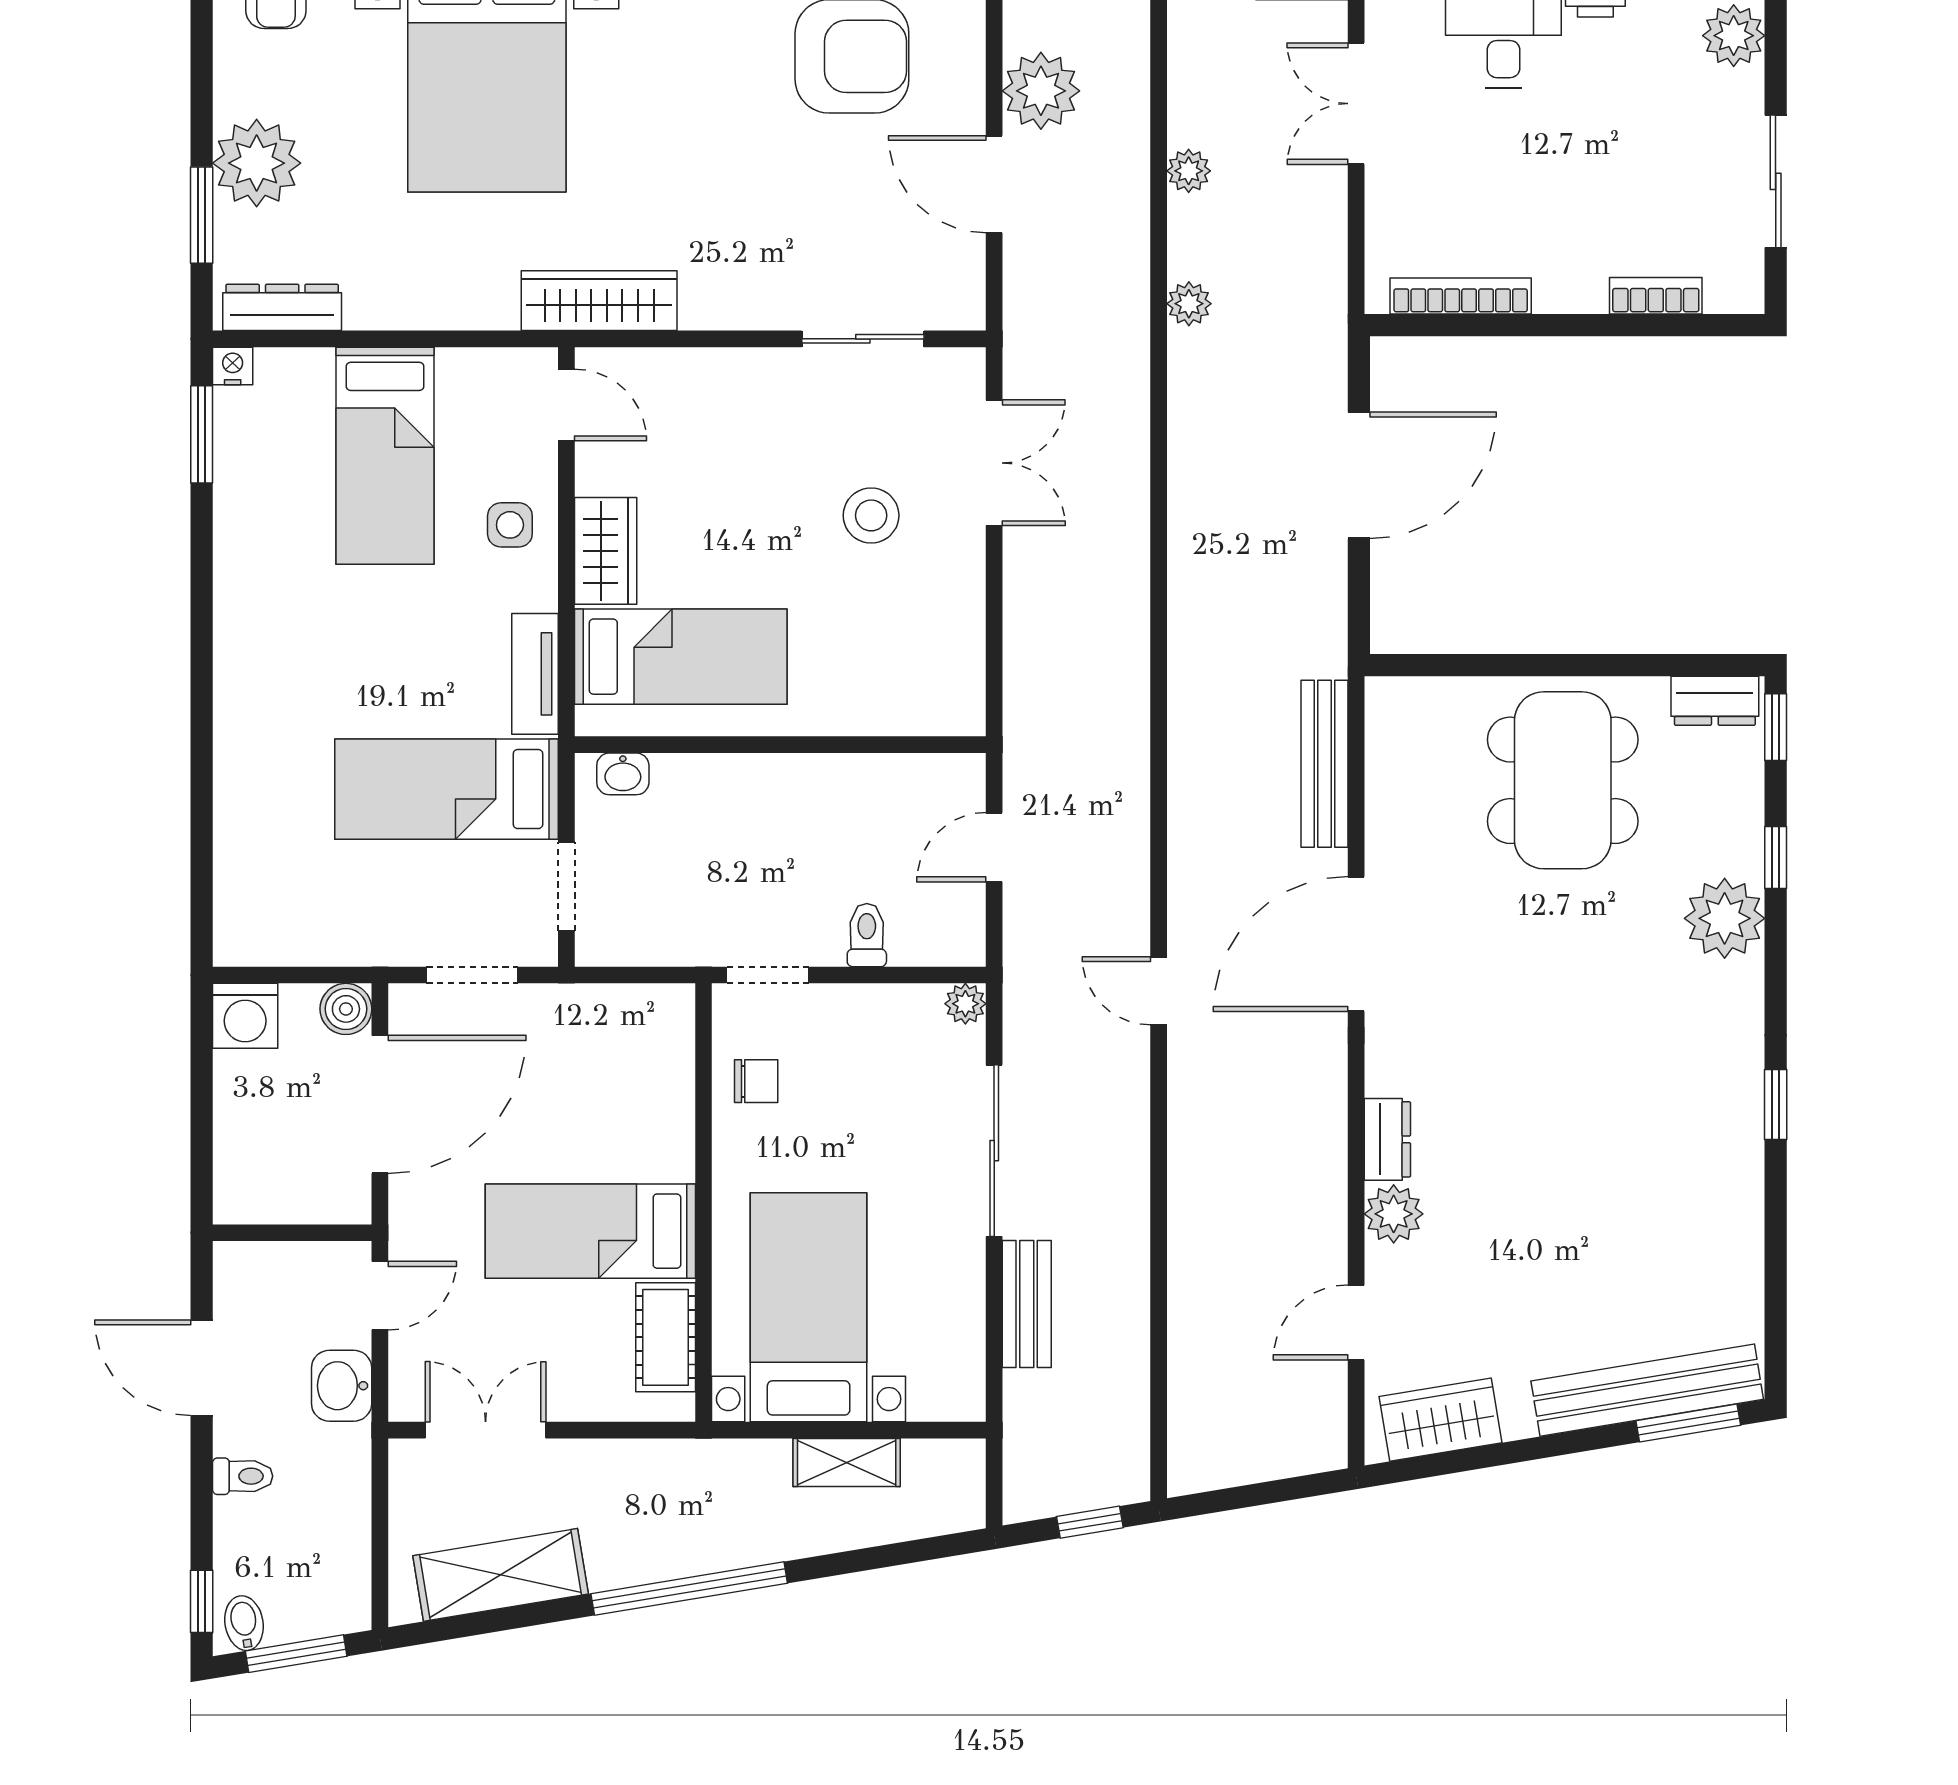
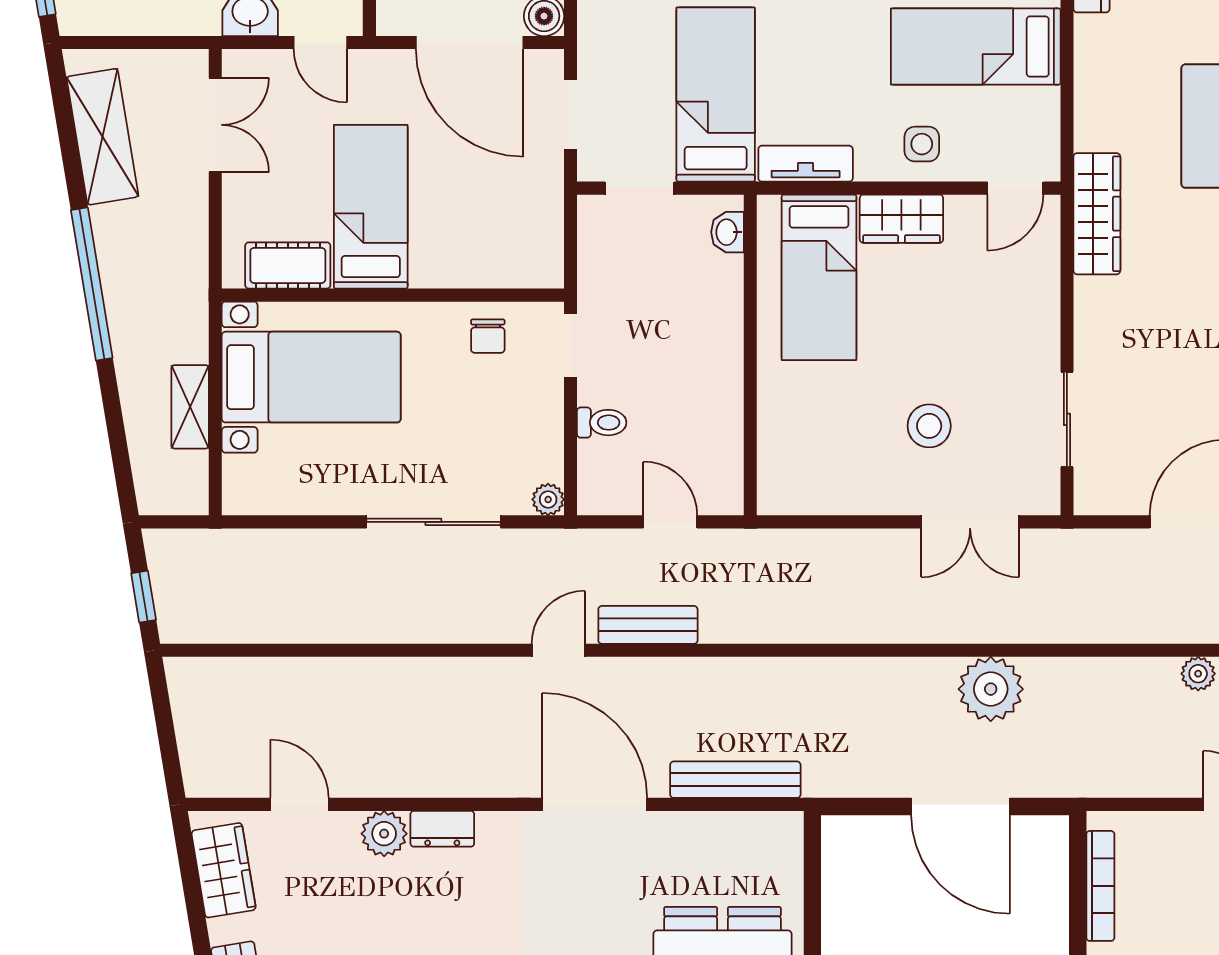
plant: (1189, 304) -> (991, 689), moved, width x1.88, depth x1.88
bench: (1027, 1304) -> (648, 625), moved

